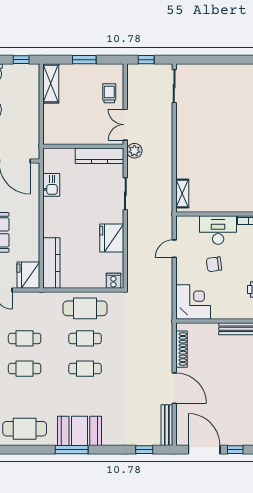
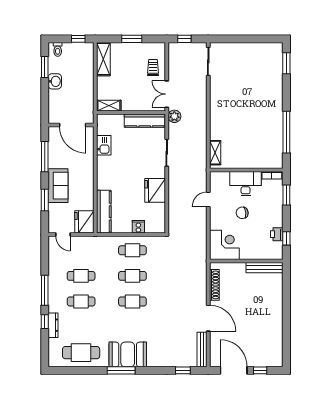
shelving: (57, 138) -> (109, 106), added
cooker: (113, 281) -> (138, 227), moved
cafe table: (85, 308) -> (132, 250), width x0.73, depth x0.74

